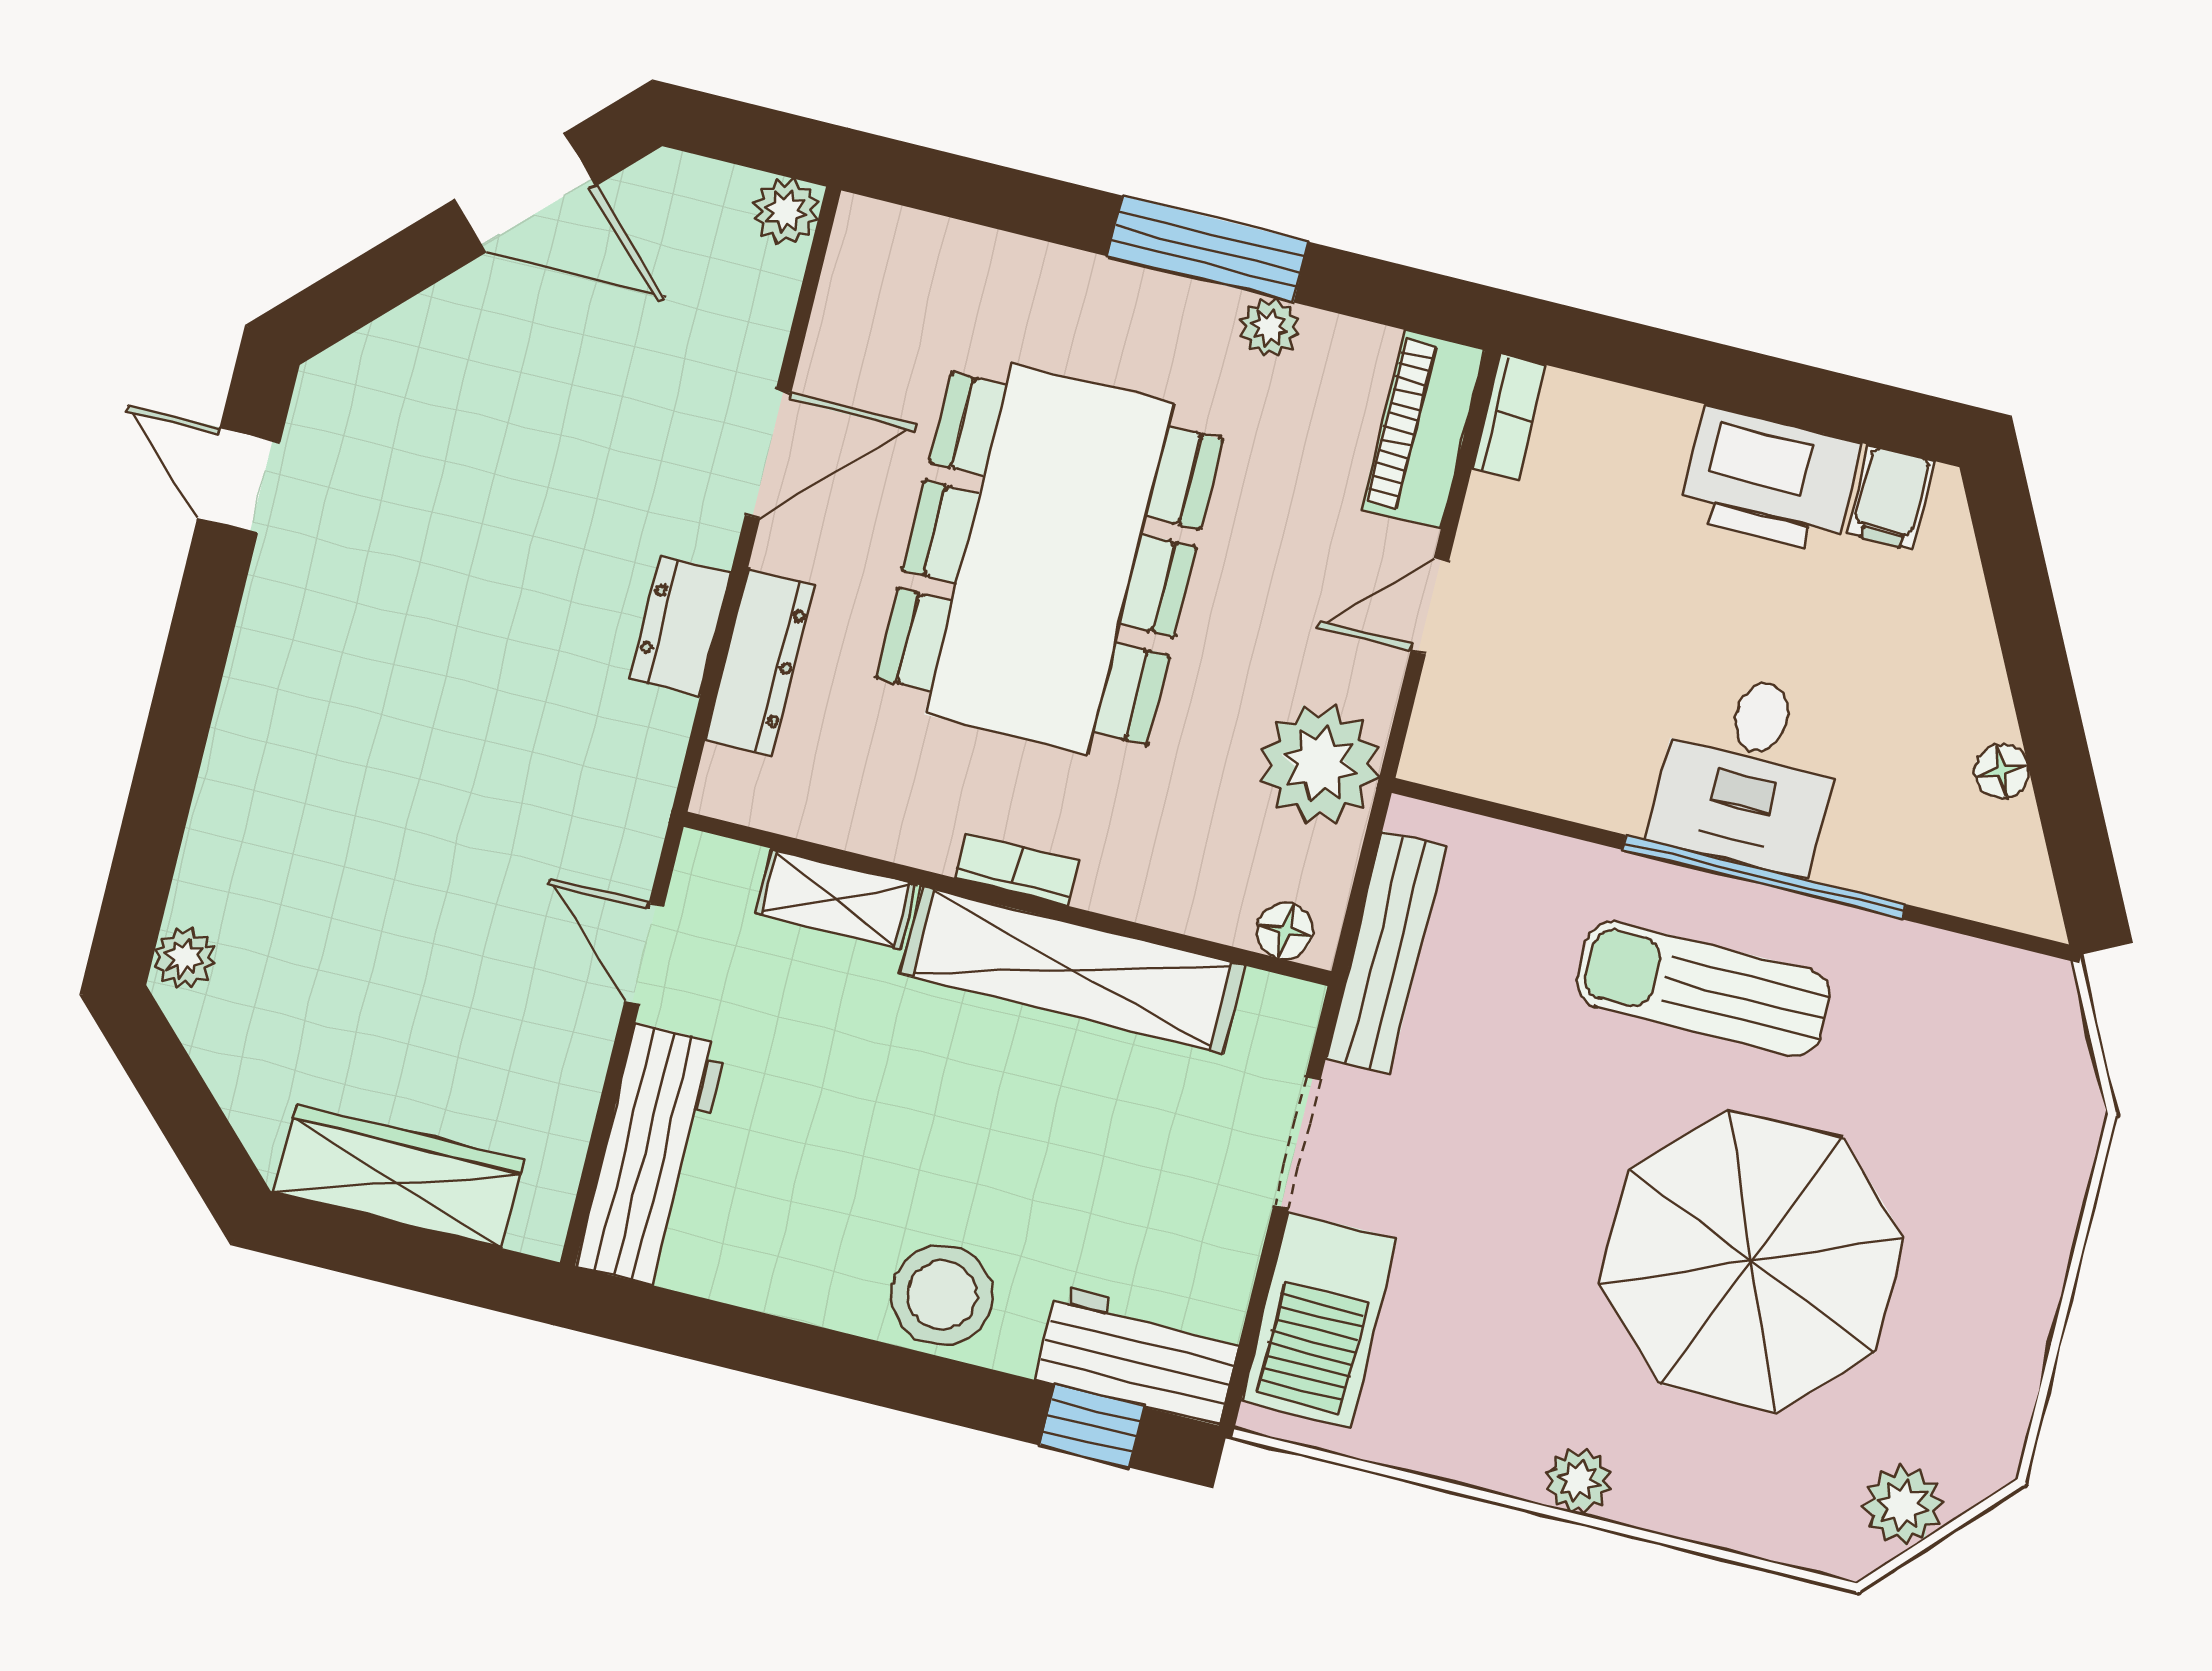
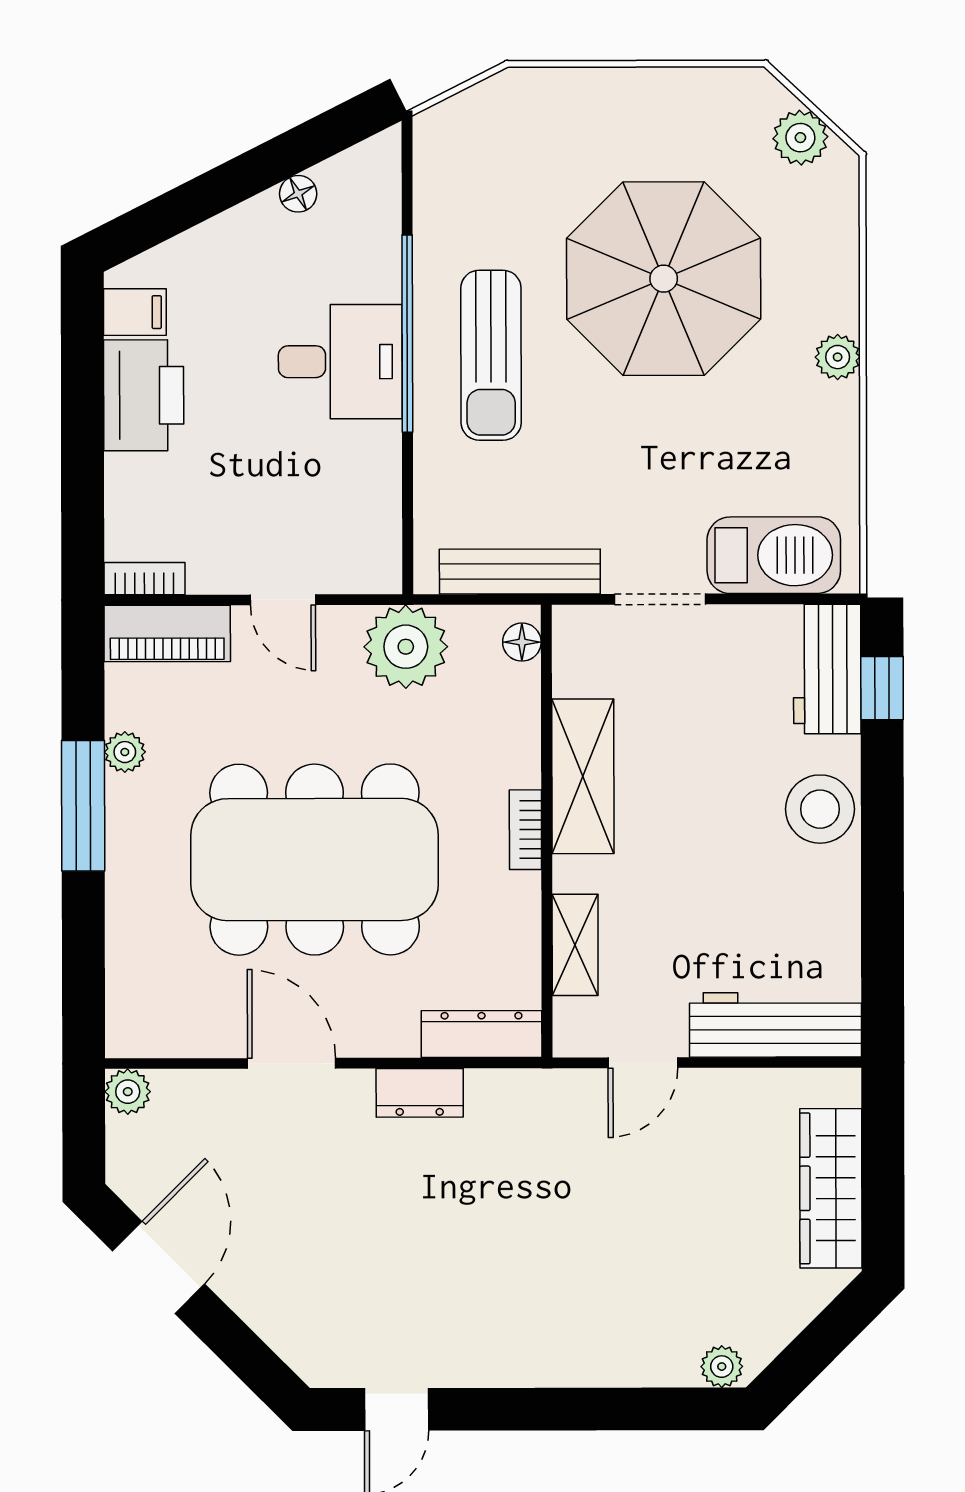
dresser: (760, 662) -> (482, 1034), moved
shelving: (1073, 970) -> (583, 776), width x0.68

